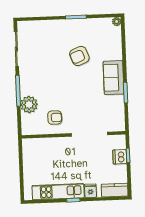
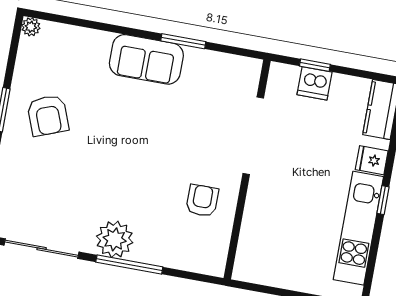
armchair: (79, 56) -> (48, 115), moved
plant: (29, 104) -> (115, 239), moved

